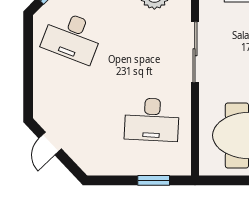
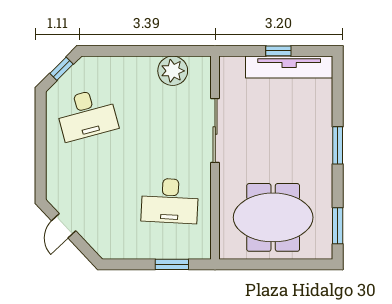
desk: (72, 37) -> (87, 114), turned -36

